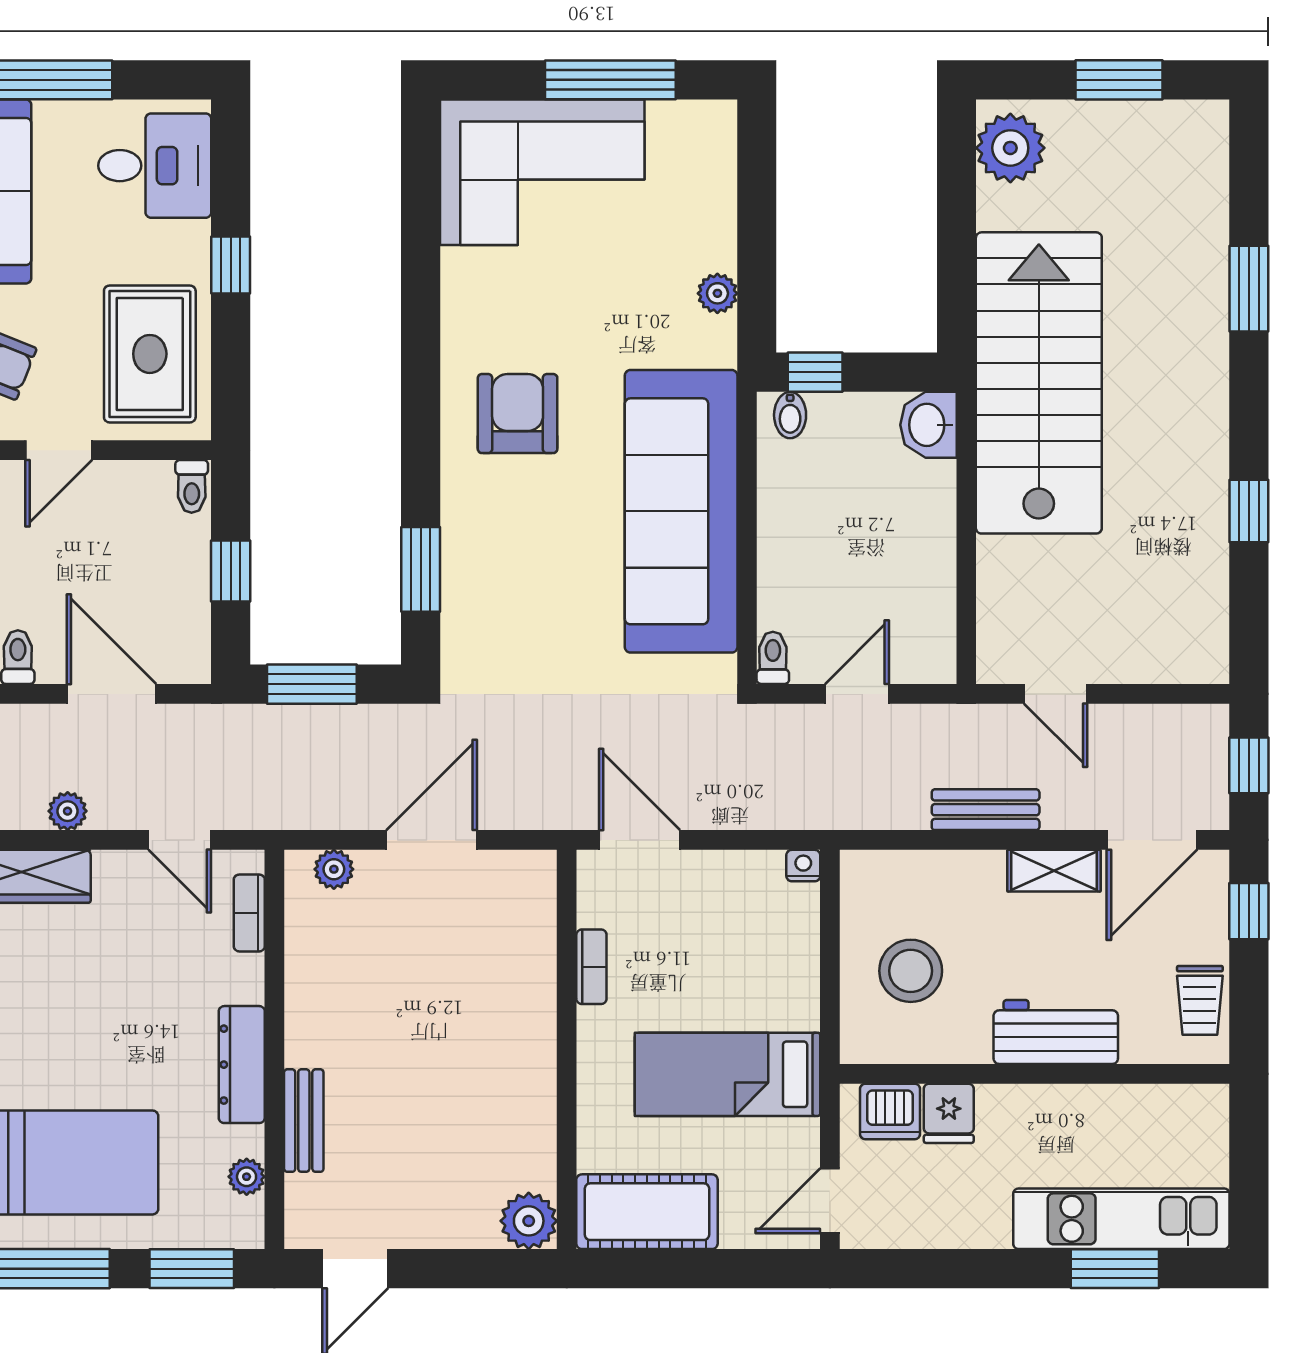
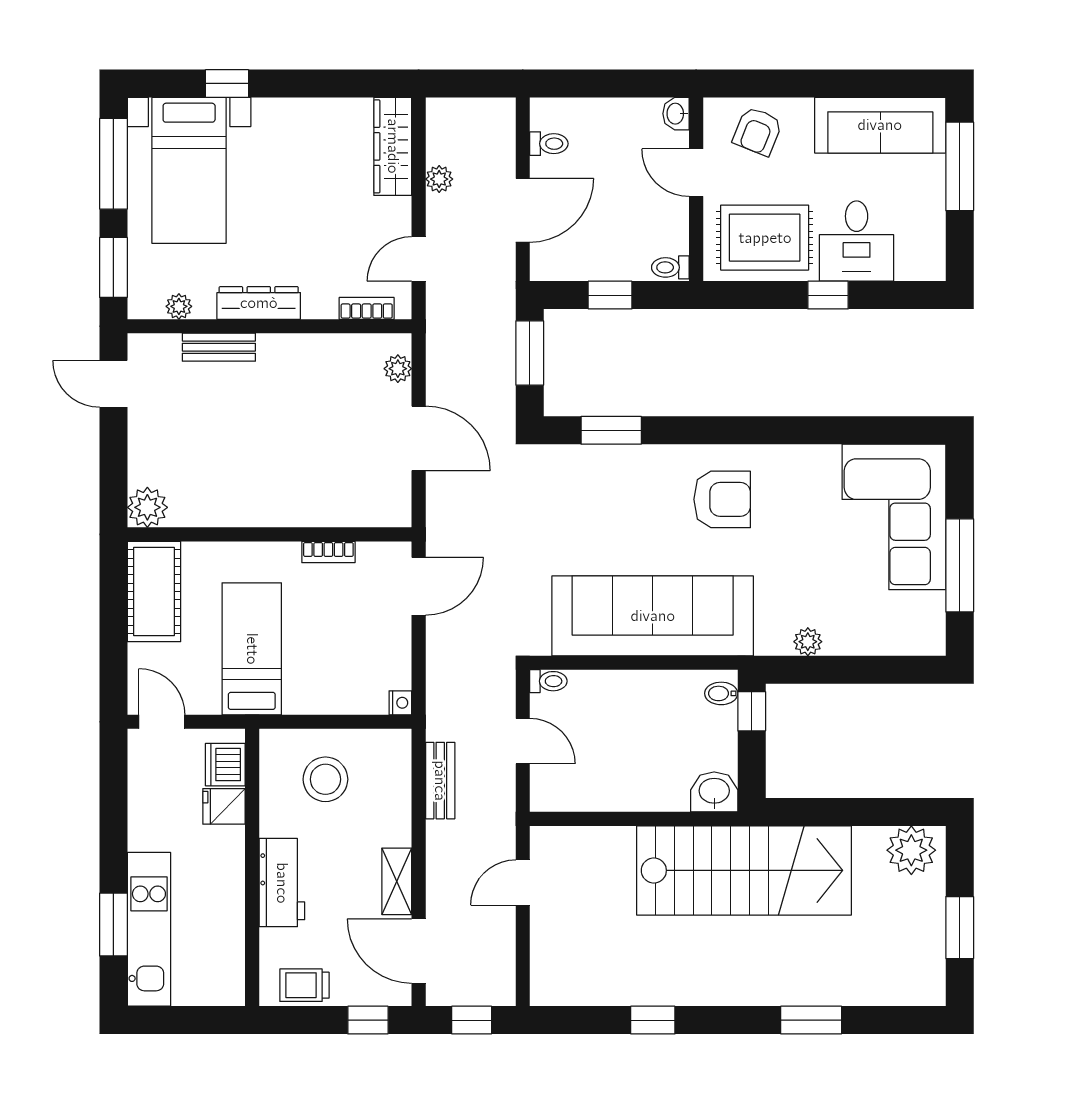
desk: (155, 166) -> (857, 241), moved
bench: (986, 810) -> (440, 781), moved

